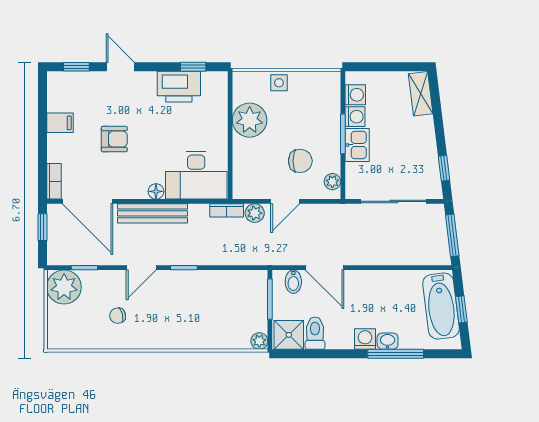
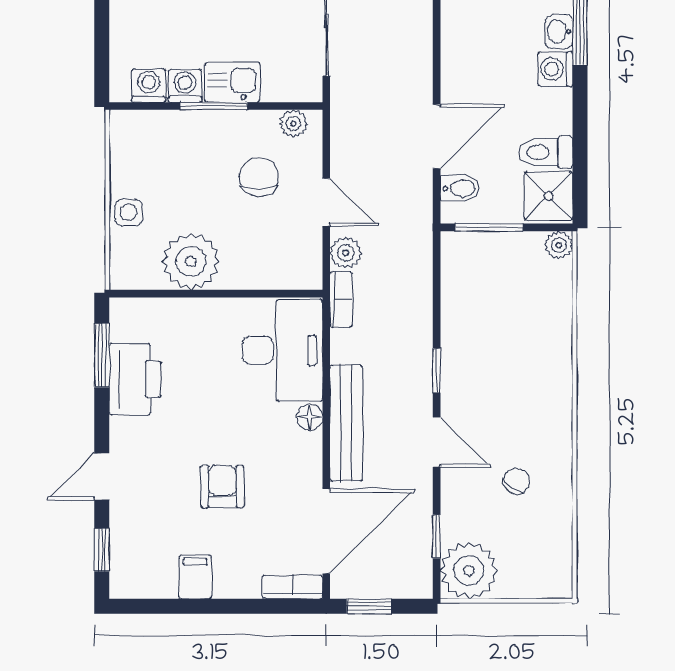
window: (193, 67) -> (102, 355), width x1.50
chair: (118, 316) -> (516, 481), turned -129

